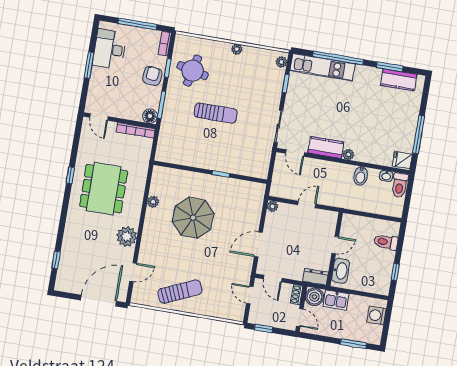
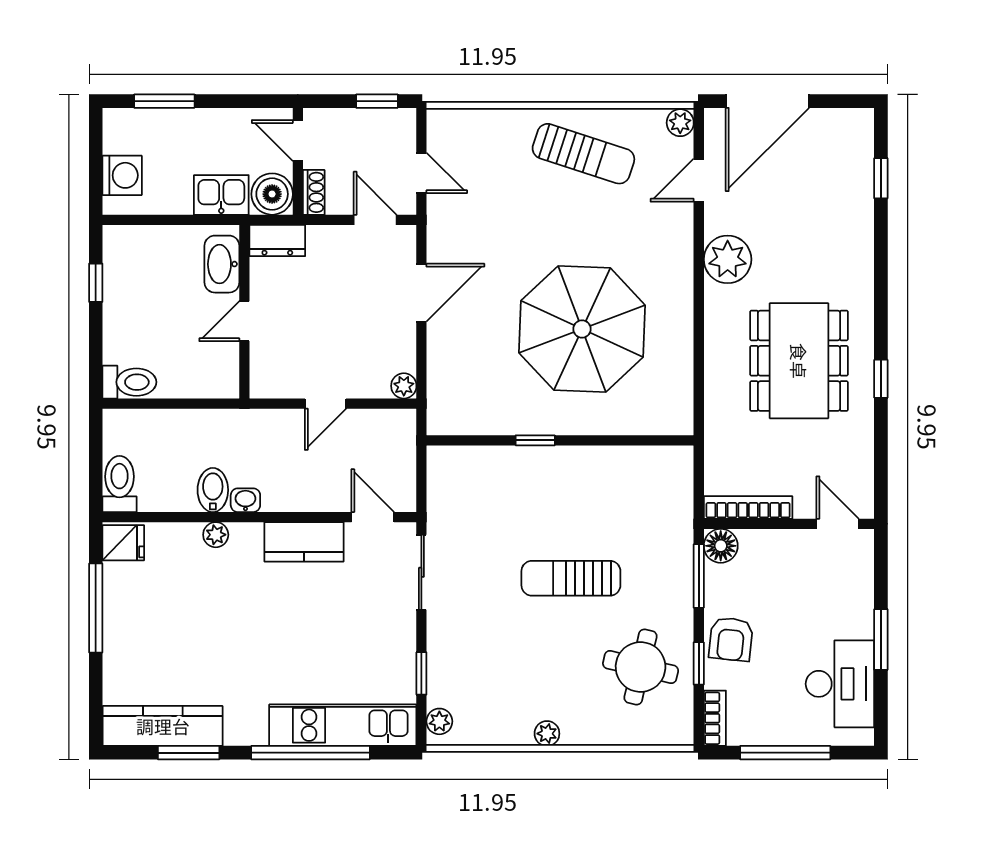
kitchen counter: (399, 80) -> (163, 726), width x1.50
plant: (348, 154) -> (216, 535), moved
washbasin: (386, 176) -> (245, 500), moved
plant: (153, 202) -> (680, 123), moved
parasol: (193, 218) -> (582, 329), width x1.36, depth x1.36
toilet: (386, 242) -> (129, 382), moved
sun lounger: (180, 292) -> (583, 154), turned -138

